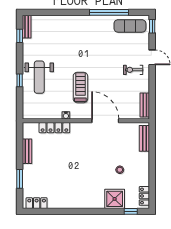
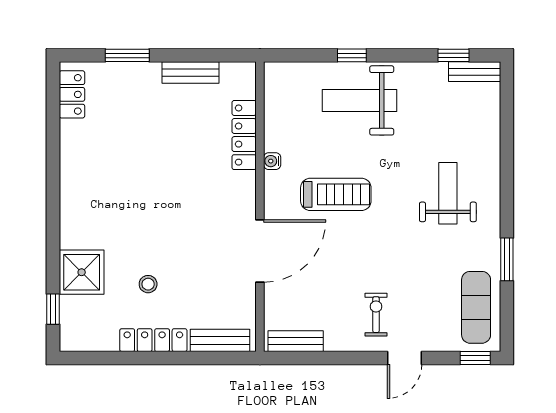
window: (109, 12) -> (507, 259), width x0.47
weight bench: (80, 38) -> (448, 193), added
locker: (144, 196) -> (153, 340), moved, width x1.53

